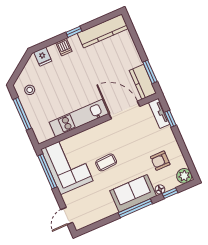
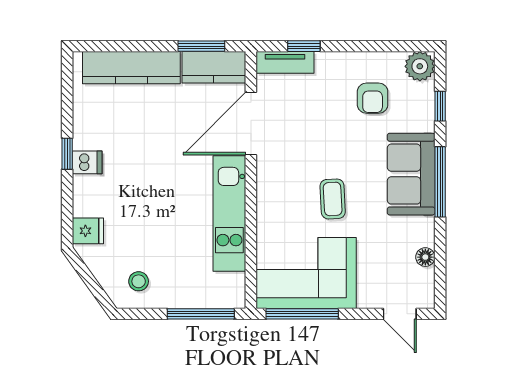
kitchen counter: (103, 31) -> (131, 68), moved, turned 90
dishwasher: (64, 47) -> (87, 162), moved
window: (22, 114) -> (201, 314), moved
floor lamp: (160, 189) -> (425, 257), moved

